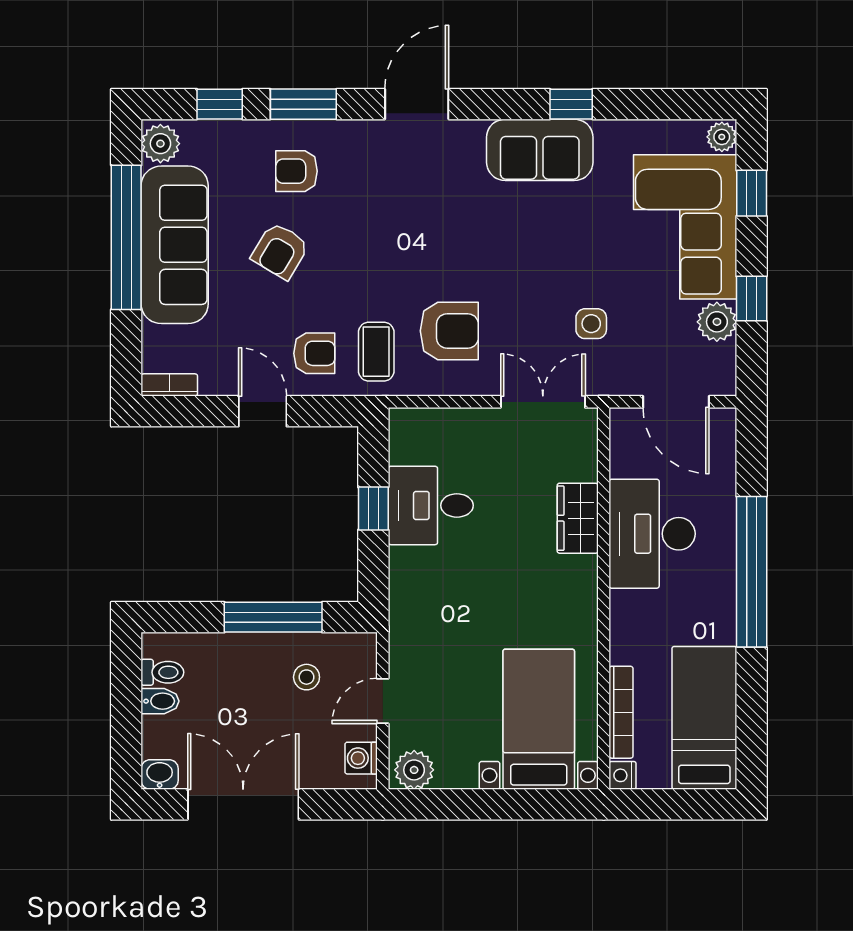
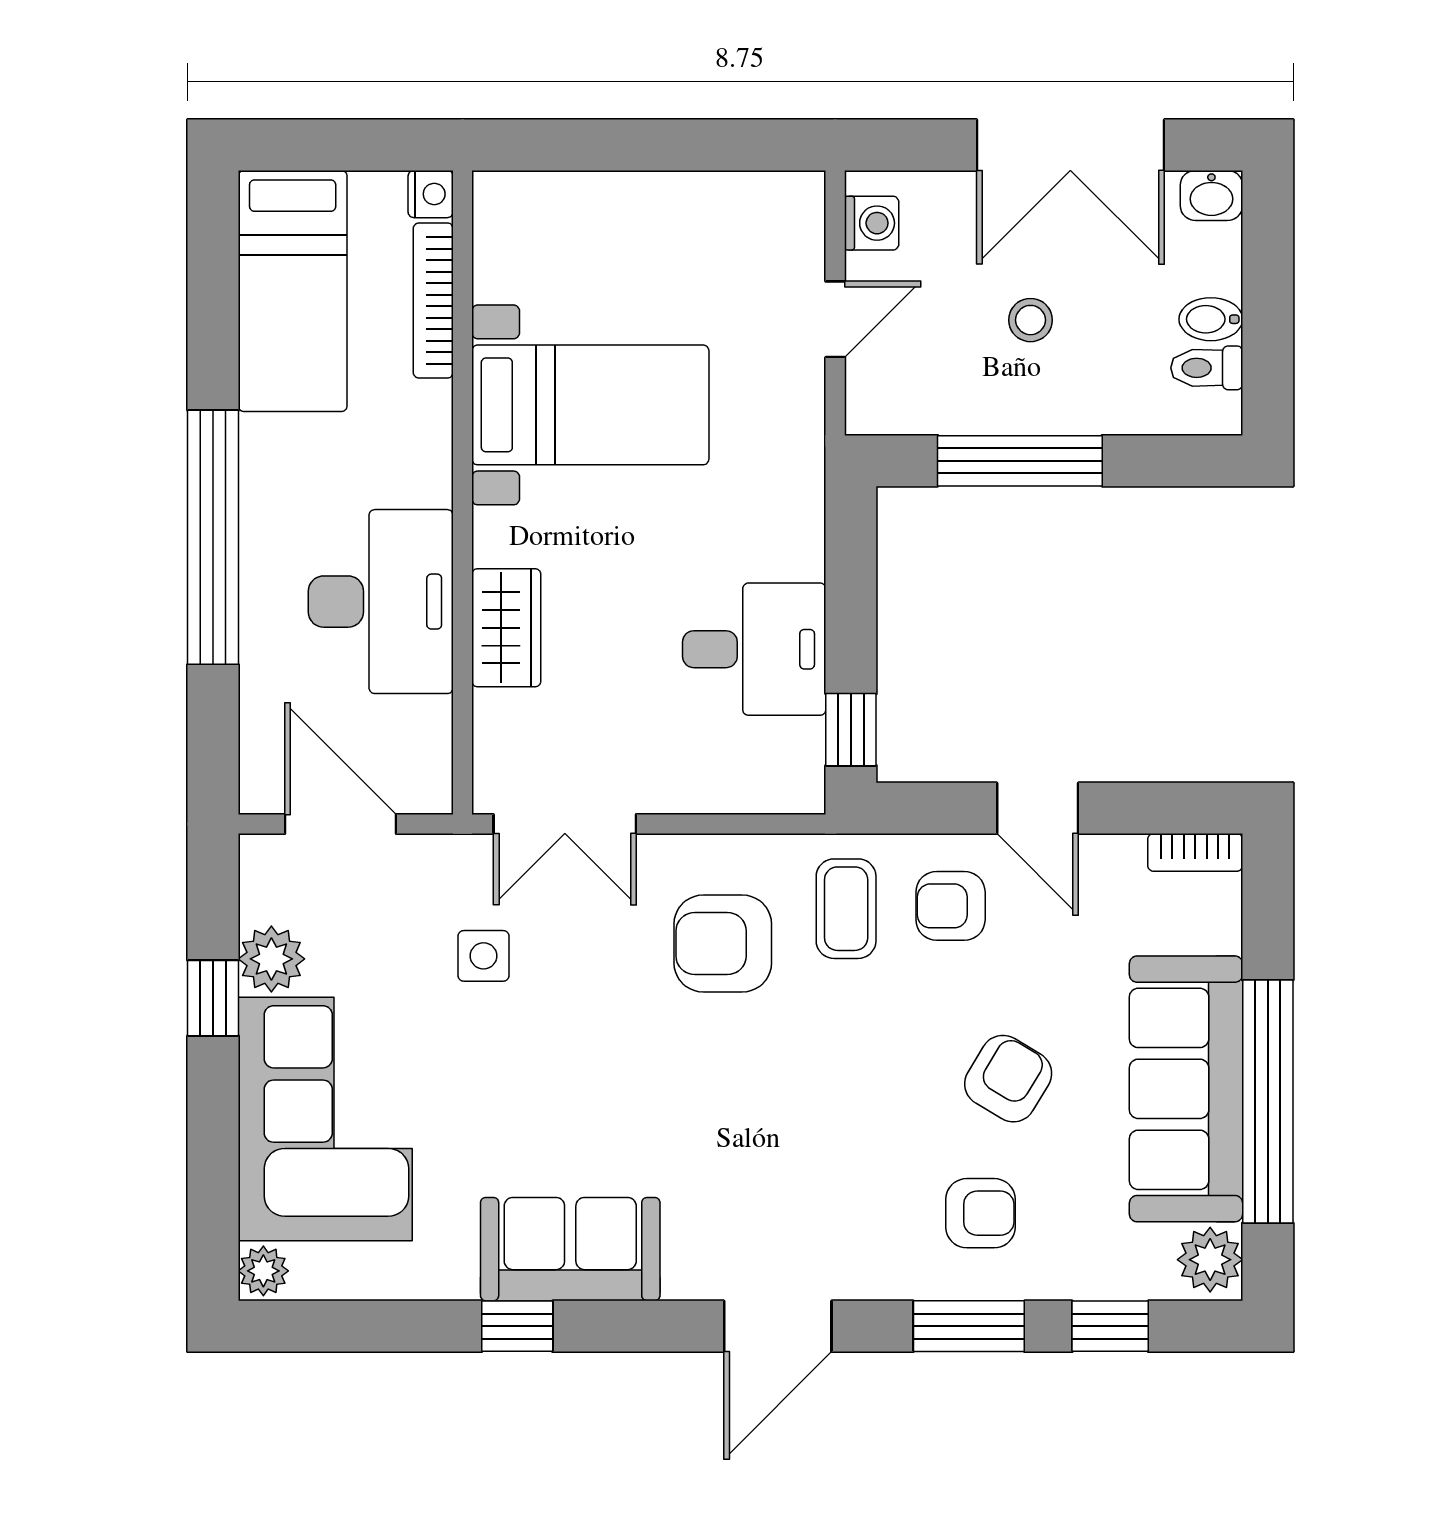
window: (752, 193) -> (213, 1176), removed
window: (373, 508) -> (851, 730), moved
stool: (307, 677) -> (1030, 320), moved
bed with nightstands: (539, 719) -> (590, 405), moved, turned -90
plant: (414, 770) -> (782, 203), removed

